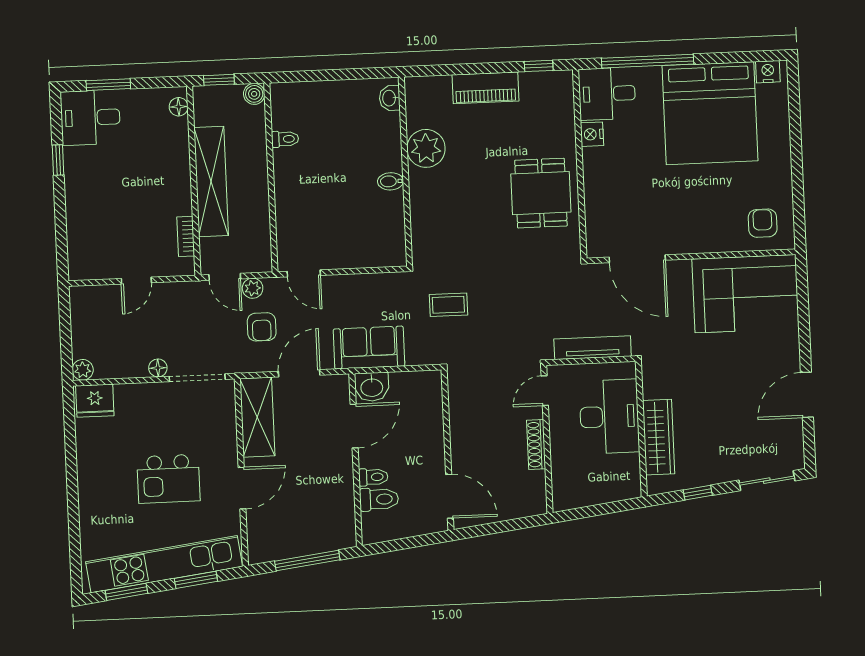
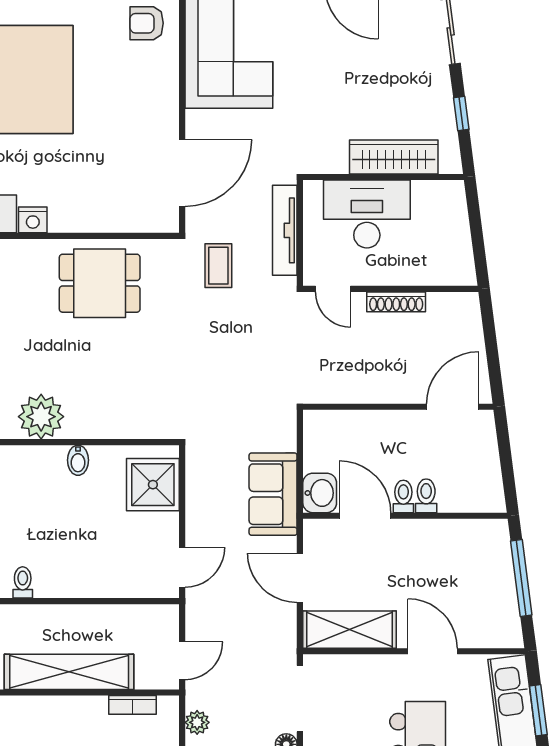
shower: (373, 246) -> (153, 485), added
plant: (253, 288) -> (197, 722), moved
coffee table: (448, 305) -> (218, 266), moved
armchair: (262, 327) -> (243, 620), removed
toilet: (379, 499) -> (403, 496), moved, width x0.73, depth x0.72

